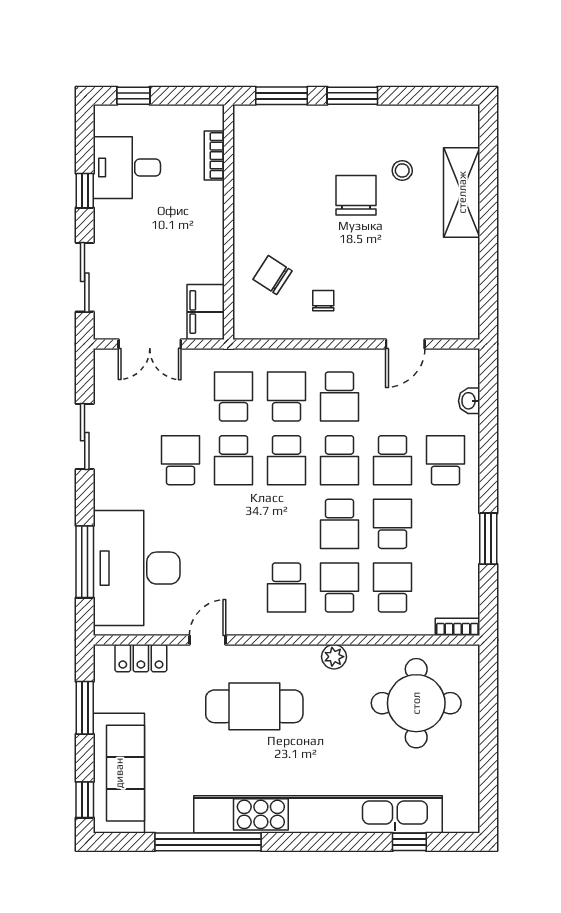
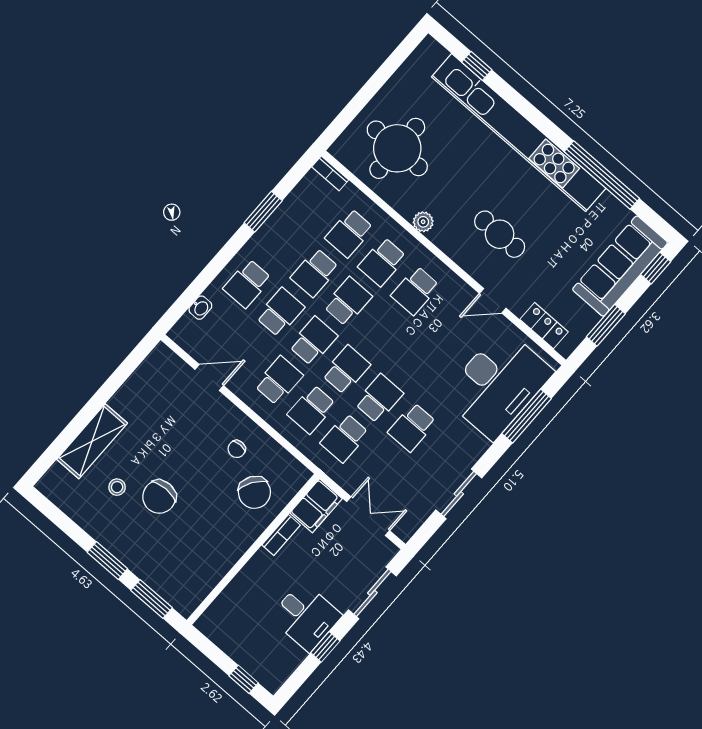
bookcase: (214, 156) -> (281, 535), moved
desk: (127, 168) -> (306, 616), moved
chair: (273, 275) -> (254, 492), width x1.37, depth x1.37
school desk: (287, 588) -> (415, 291), turned 180
cafe table: (254, 706) -> (500, 234), width x0.73, depth x0.74

